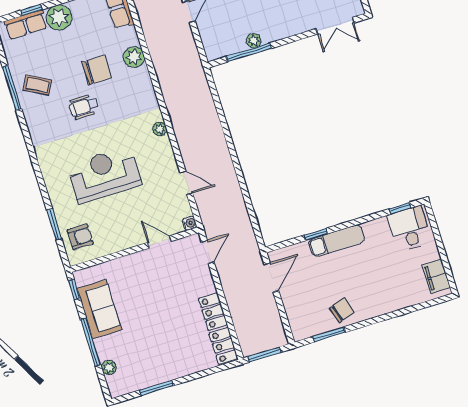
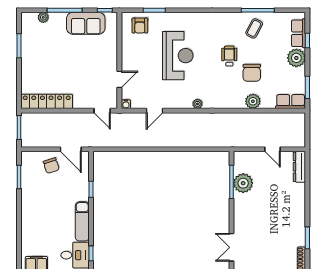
plant: (254, 41) -> (243, 183), width x1.88, depth x1.88
exam couch: (337, 241) -> (82, 221), moved
chair: (342, 310) -> (51, 166), moved

